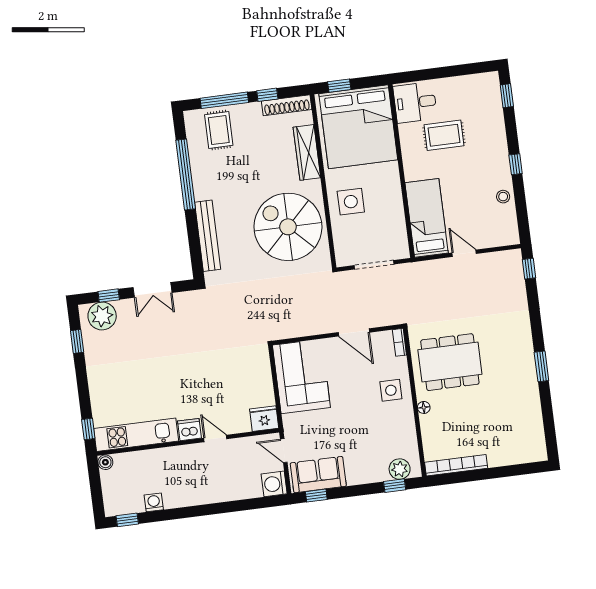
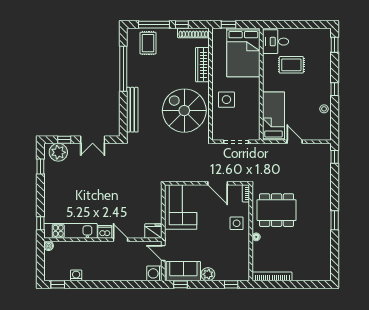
bed: (358, 127) -> (243, 52), width x0.73
plant: (400, 469) -> (208, 274), moved

